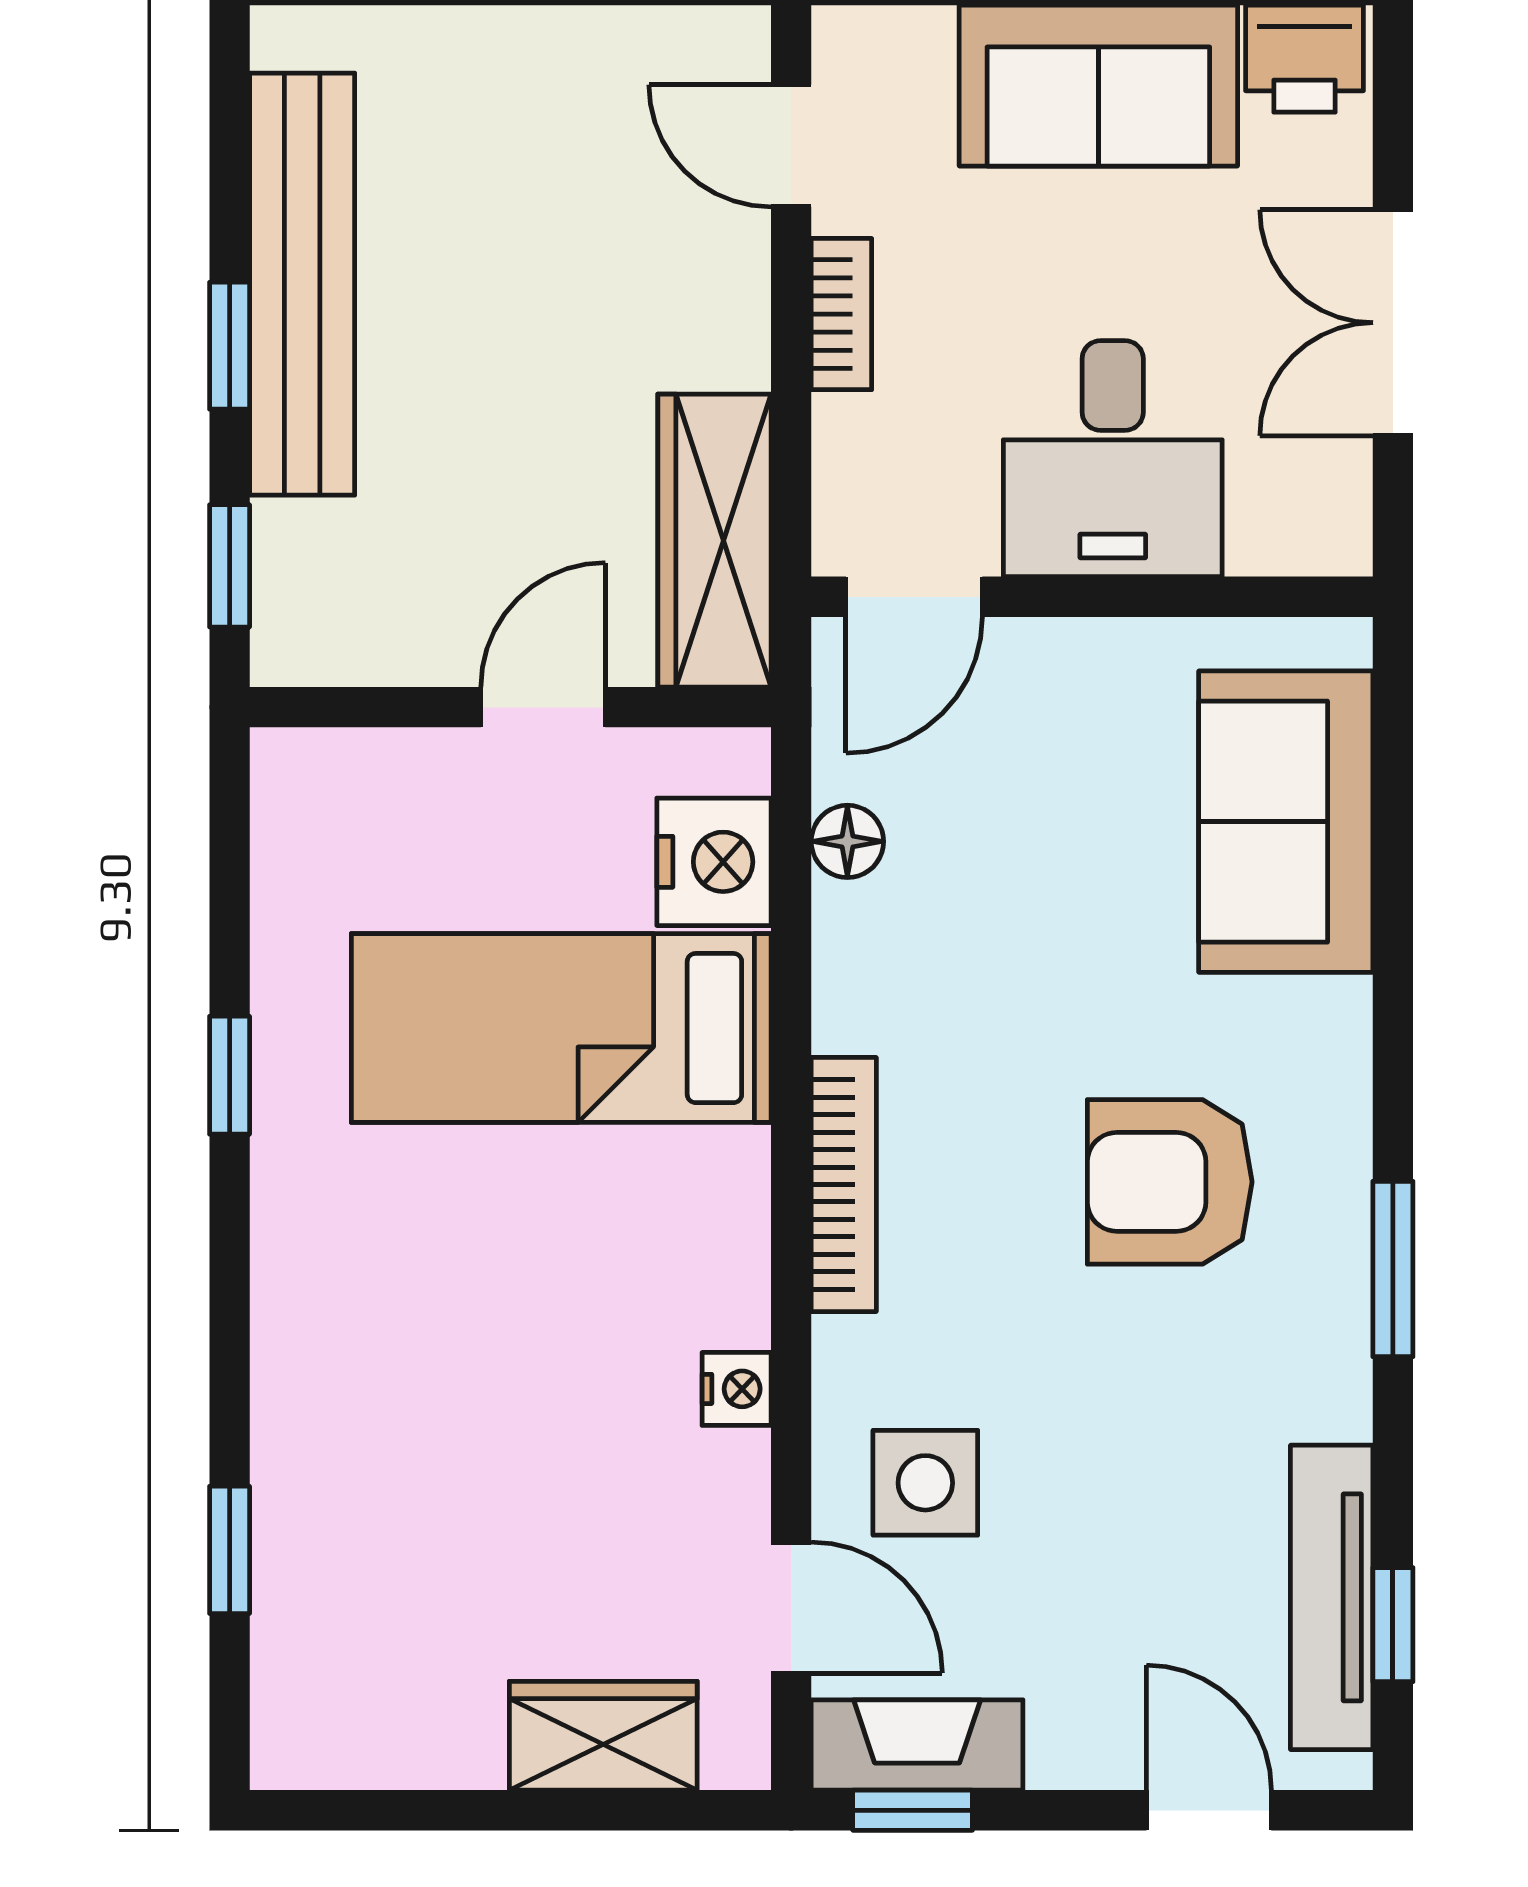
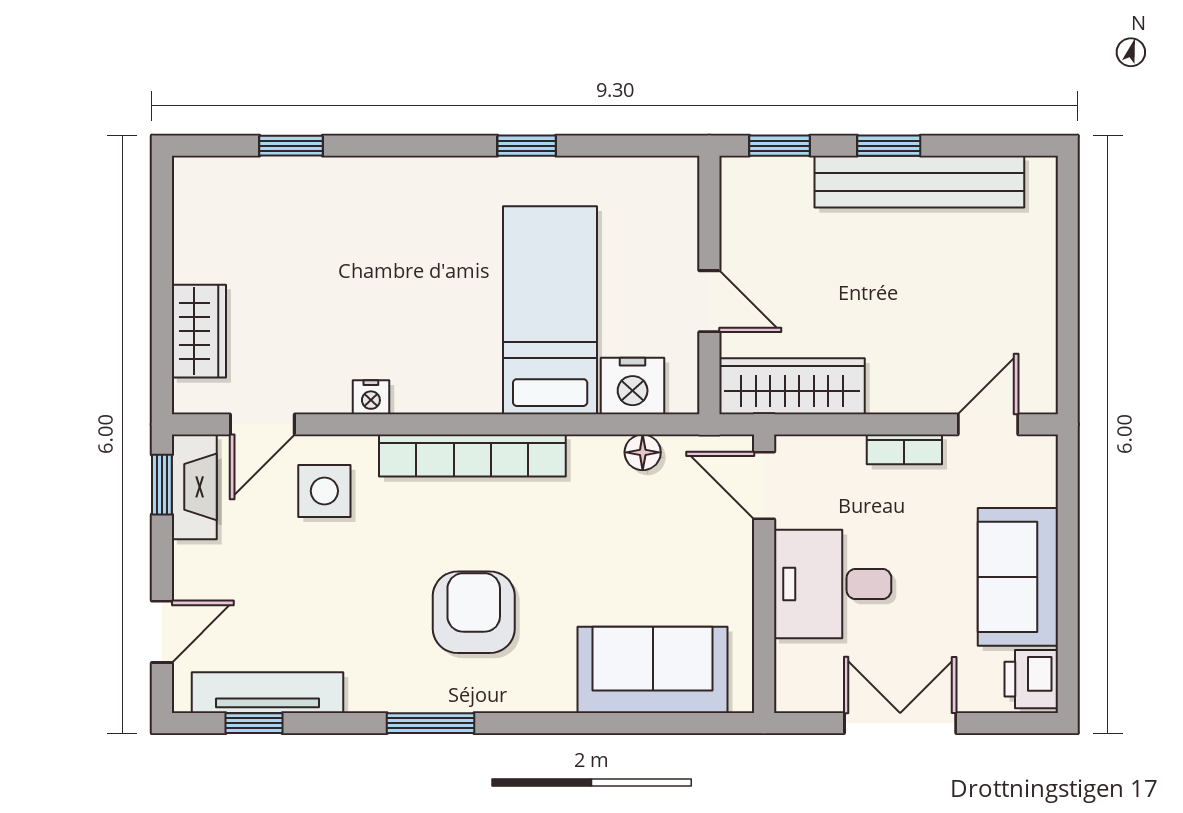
bookcase: (844, 1185) -> (472, 456), width x1.48, depth x1.31

